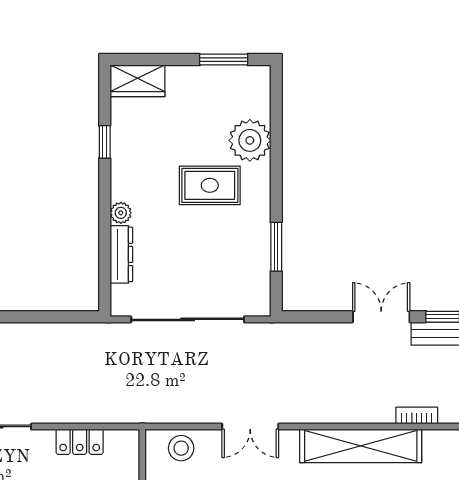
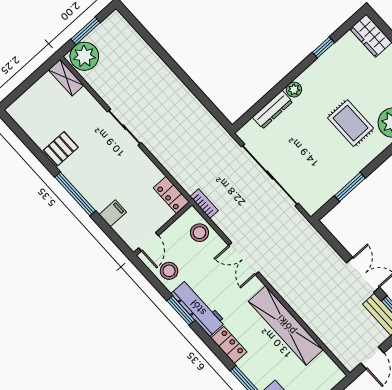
bookcase: (417, 416) -> (204, 204), moved
locker: (80, 442) -> (171, 195), moved

